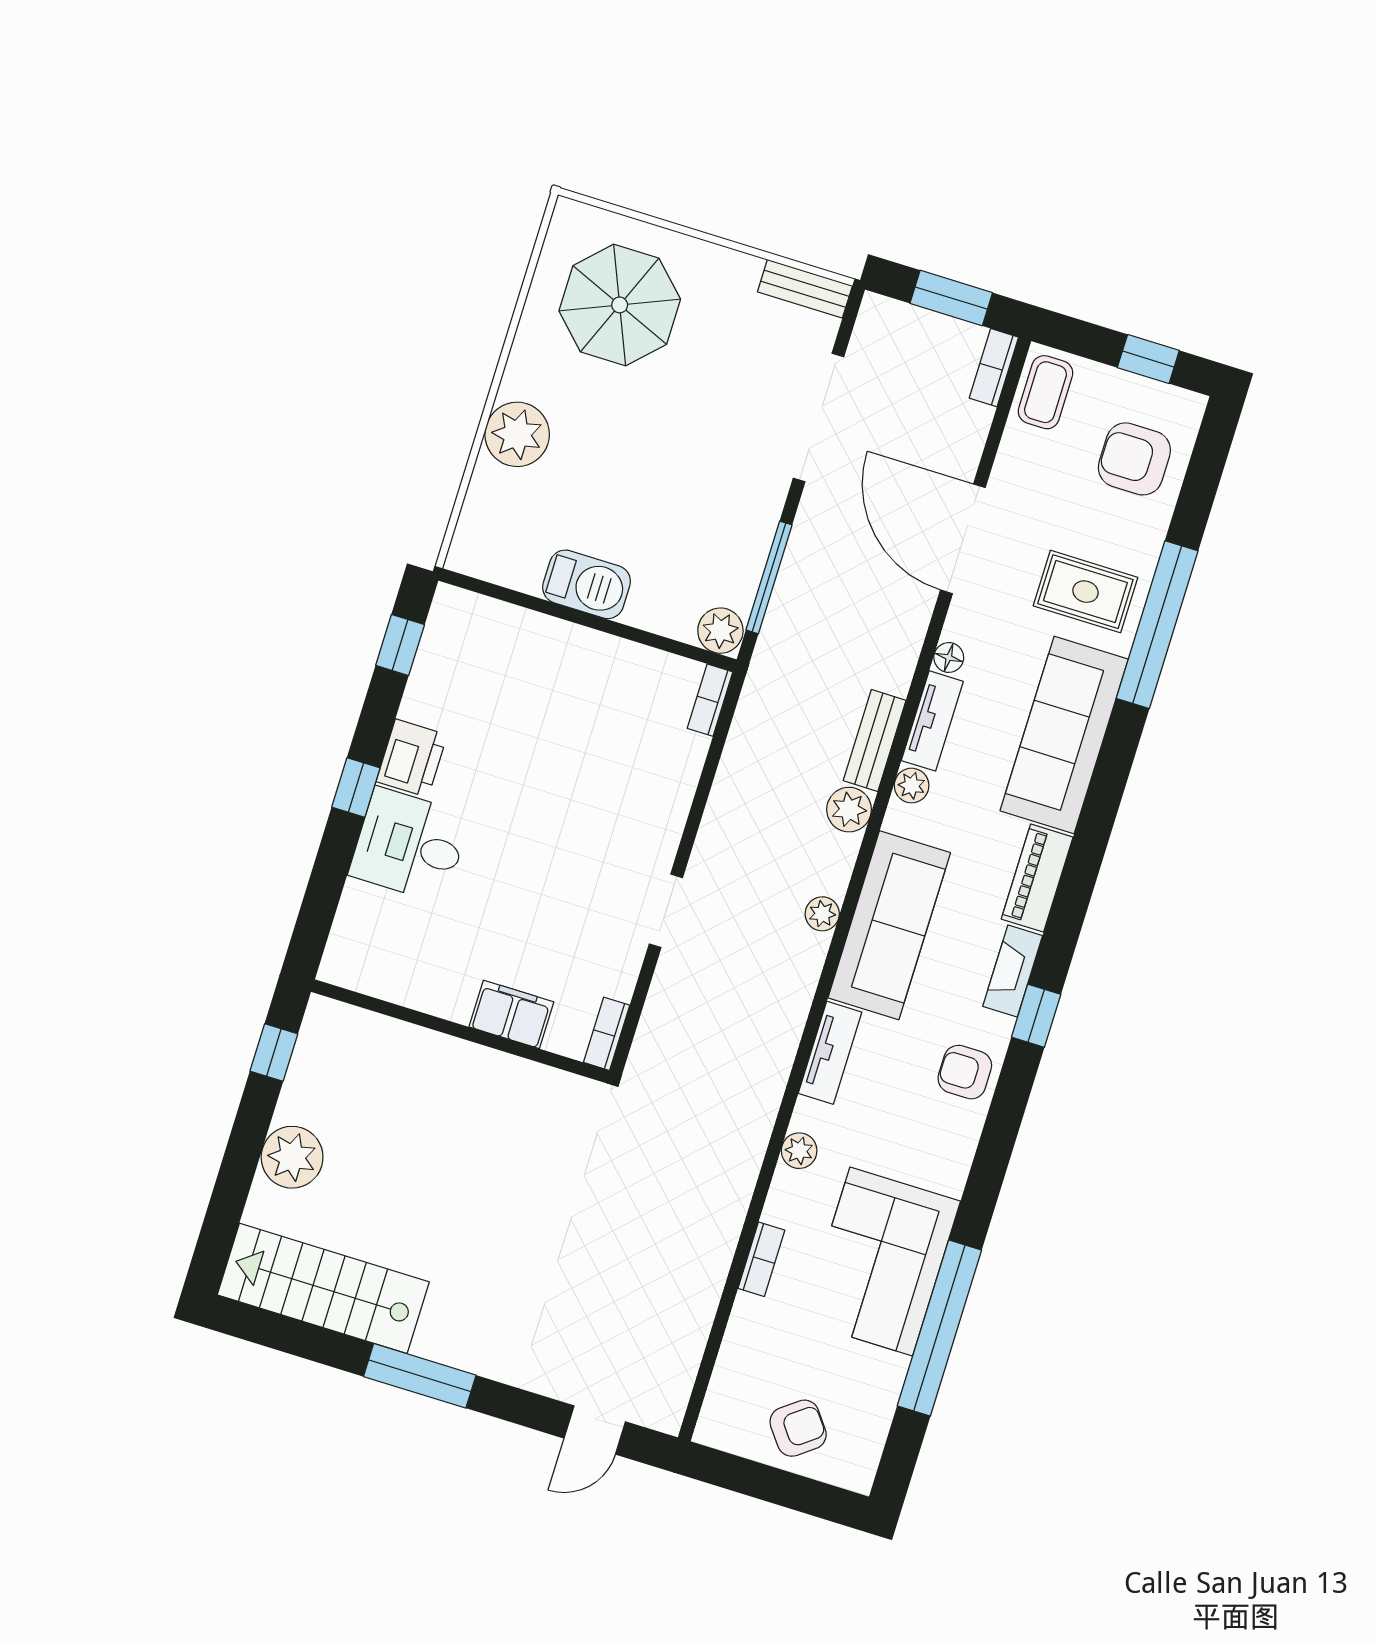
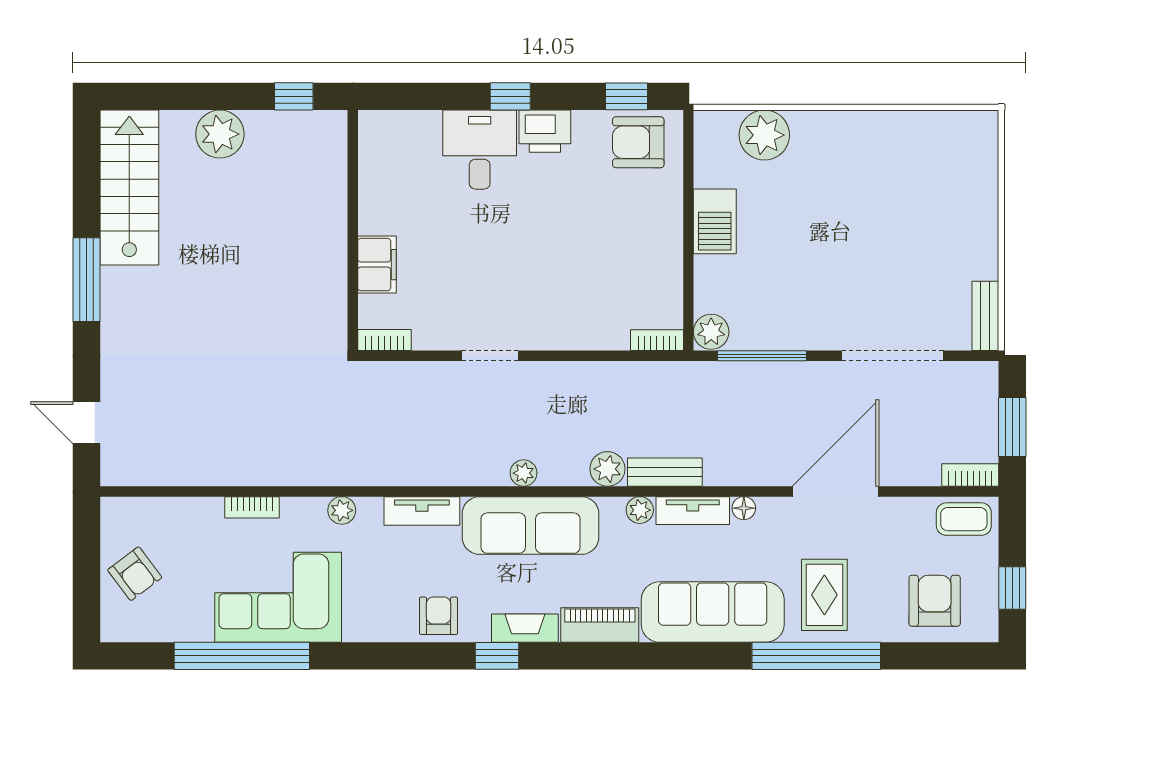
parasol: (620, 305) -> (931, 182), removed
plant: (517, 434) -> (764, 135), moved
armchair: (461, 648) -> (638, 142), added

